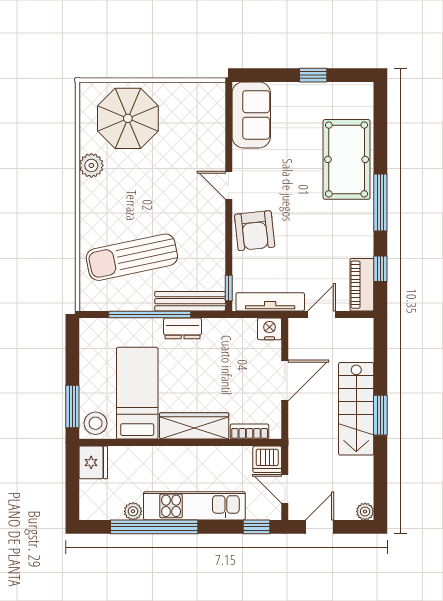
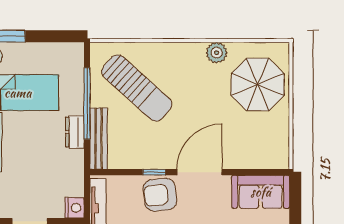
door: (229, 185) -> (200, 172), width x1.88
sun lounger: (132, 257) -> (137, 88), turned 144
window: (229, 288) -> (154, 172), moved

